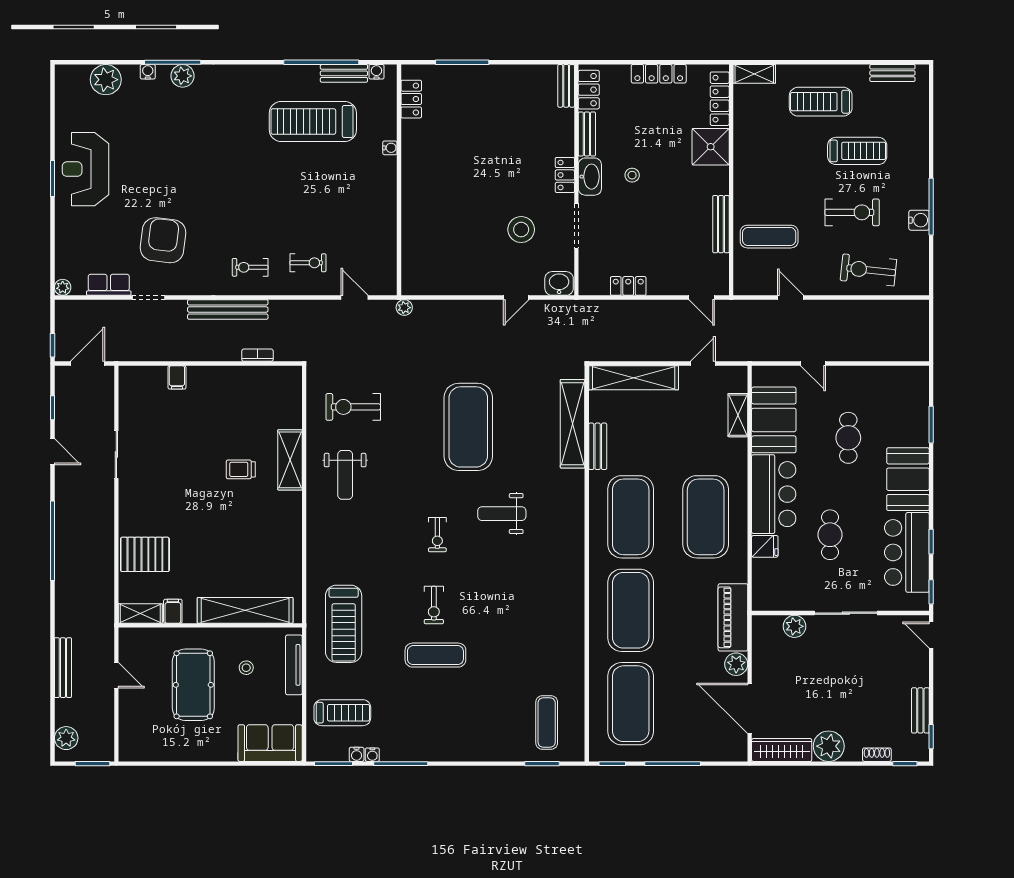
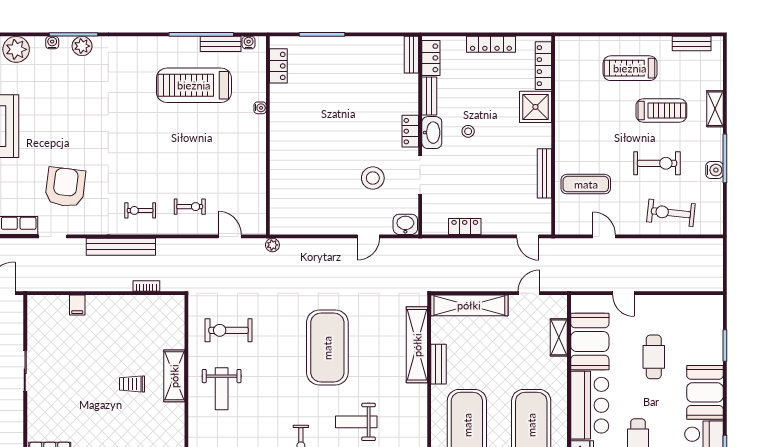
shelving: (754, 74) -> (715, 109), moved, turned 90

